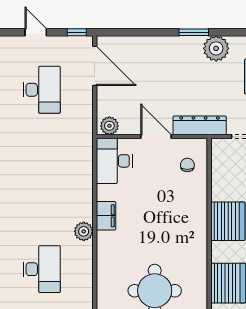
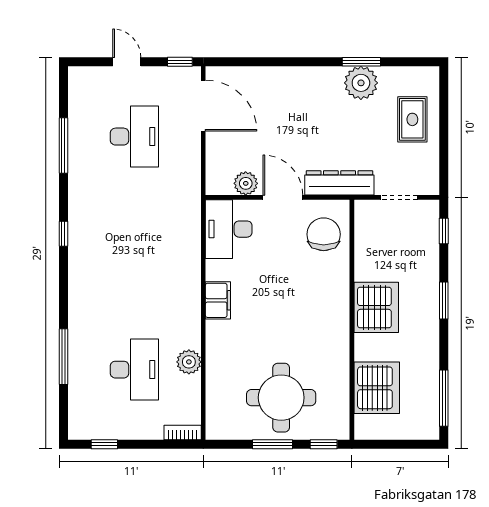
window: (194, 32) -> (361, 62), moved
plant: (109, 126) -> (246, 183), moved
chair: (187, 165) -> (324, 234), width x1.87, depth x1.87
plant: (84, 231) -> (189, 362), moved

